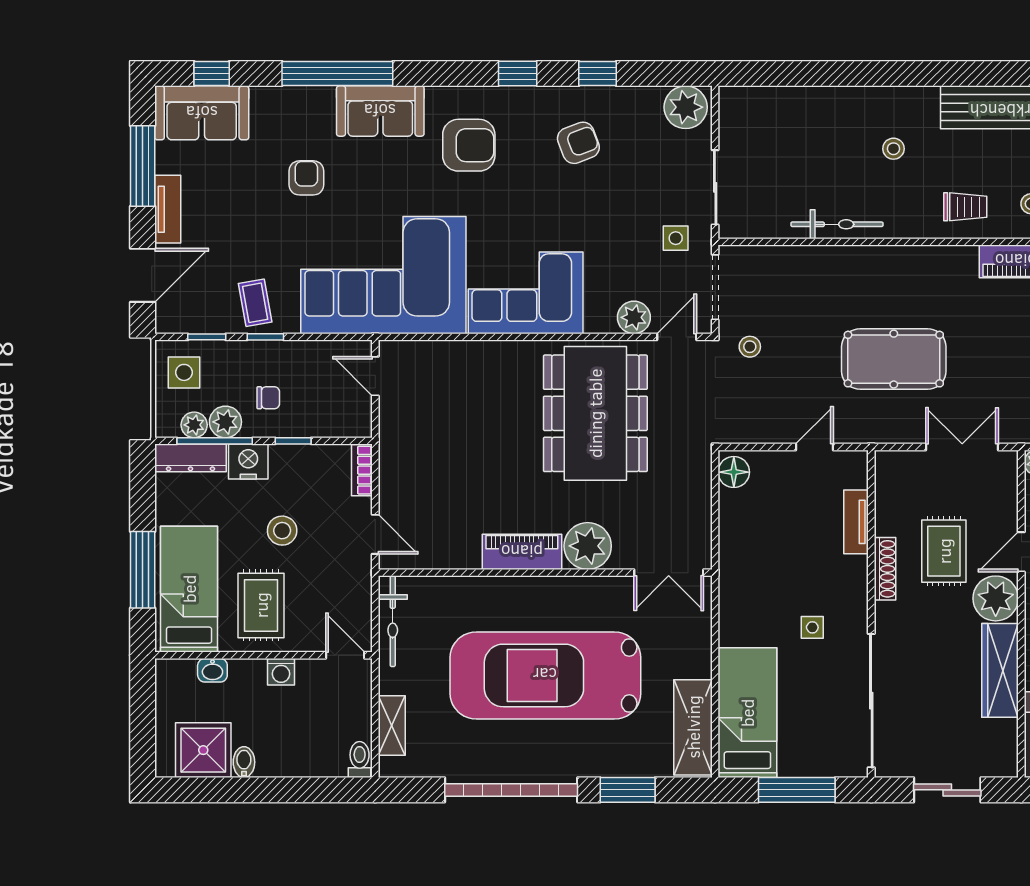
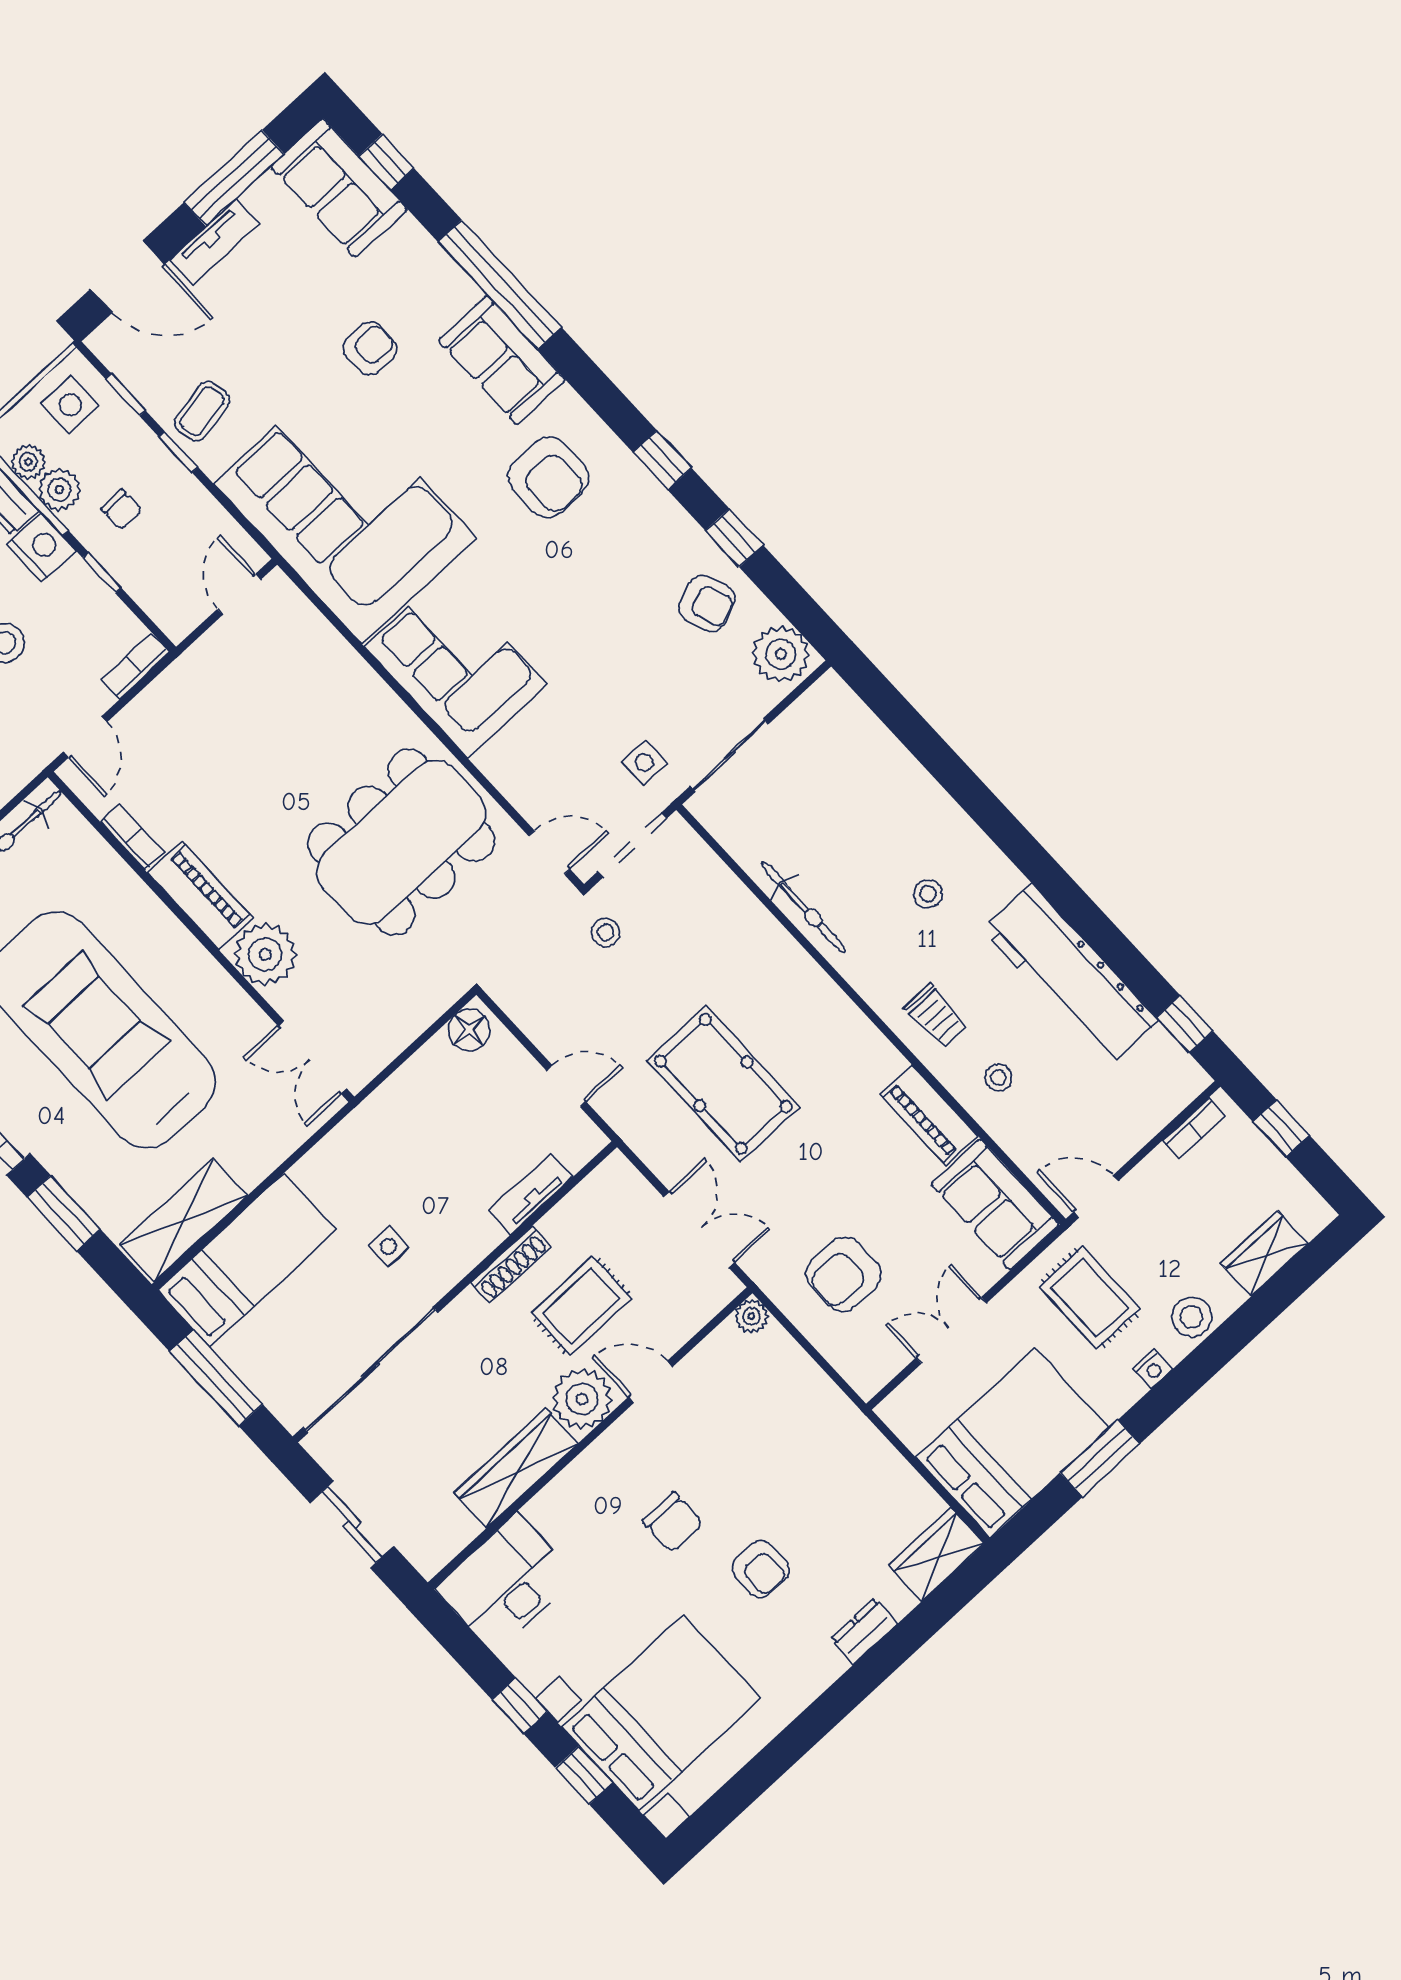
armchair: (578, 143) -> (707, 603), moved
plant: (634, 317) -> (530, 793), removed
bookcase: (455, 560) -> (132, 837), added

